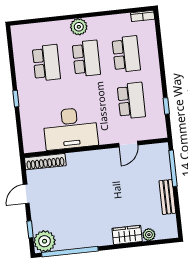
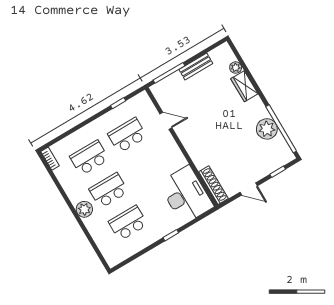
desk: (70, 128) -> (186, 195), moved
plant: (45, 241) -> (267, 129), moved

